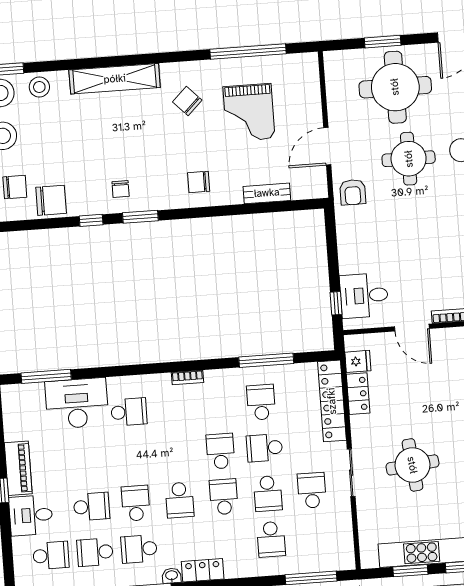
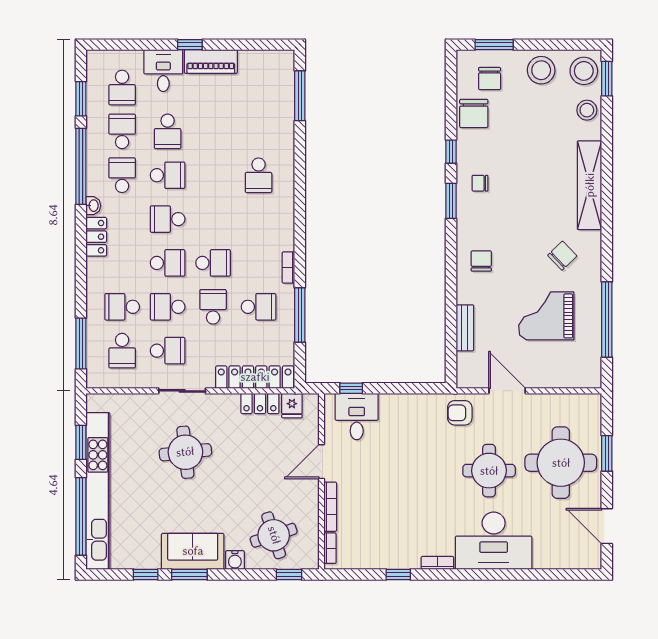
bookcase: (188, 377) -> (288, 267), moved
desk: (77, 403) -> (271, 124), removed
school desk: (315, 536) -> (122, 351), added

